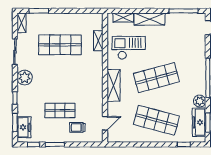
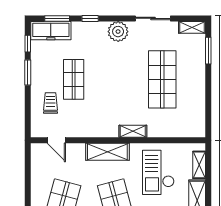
shelving: (98, 41) -> (133, 131), moved
checkout: (129, 48) -> (158, 172), turned 180
freezer: (24, 127) -> (51, 31), width x1.40

